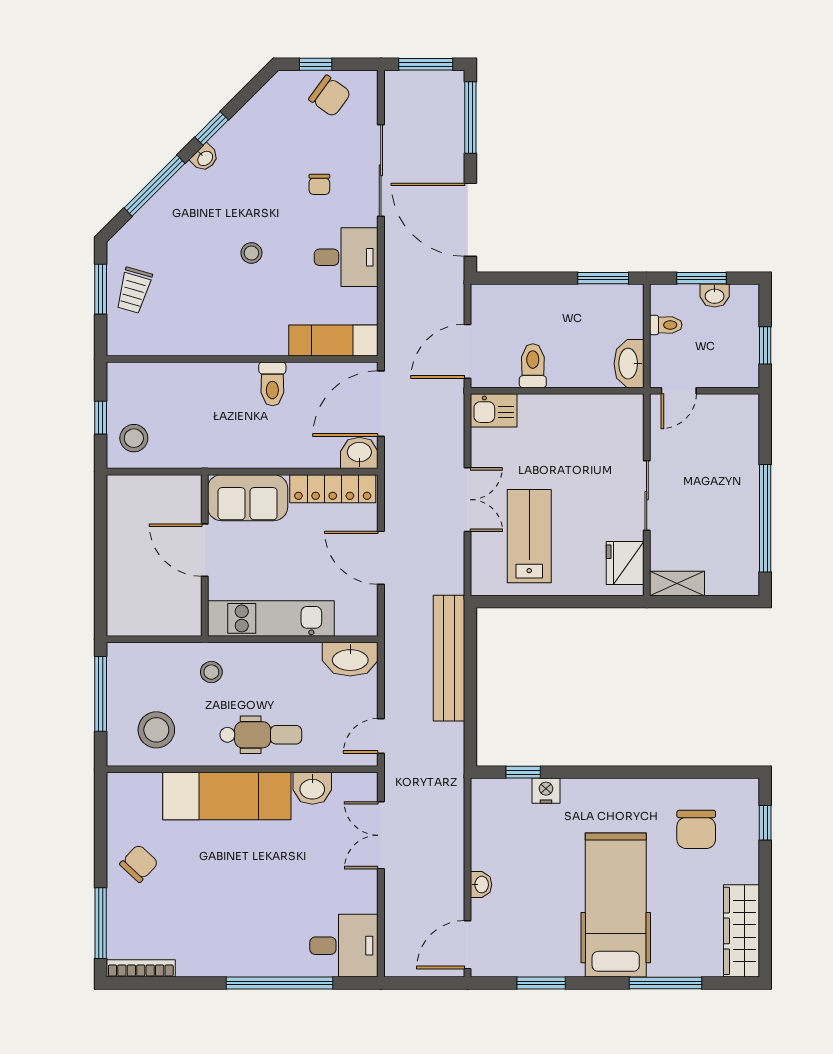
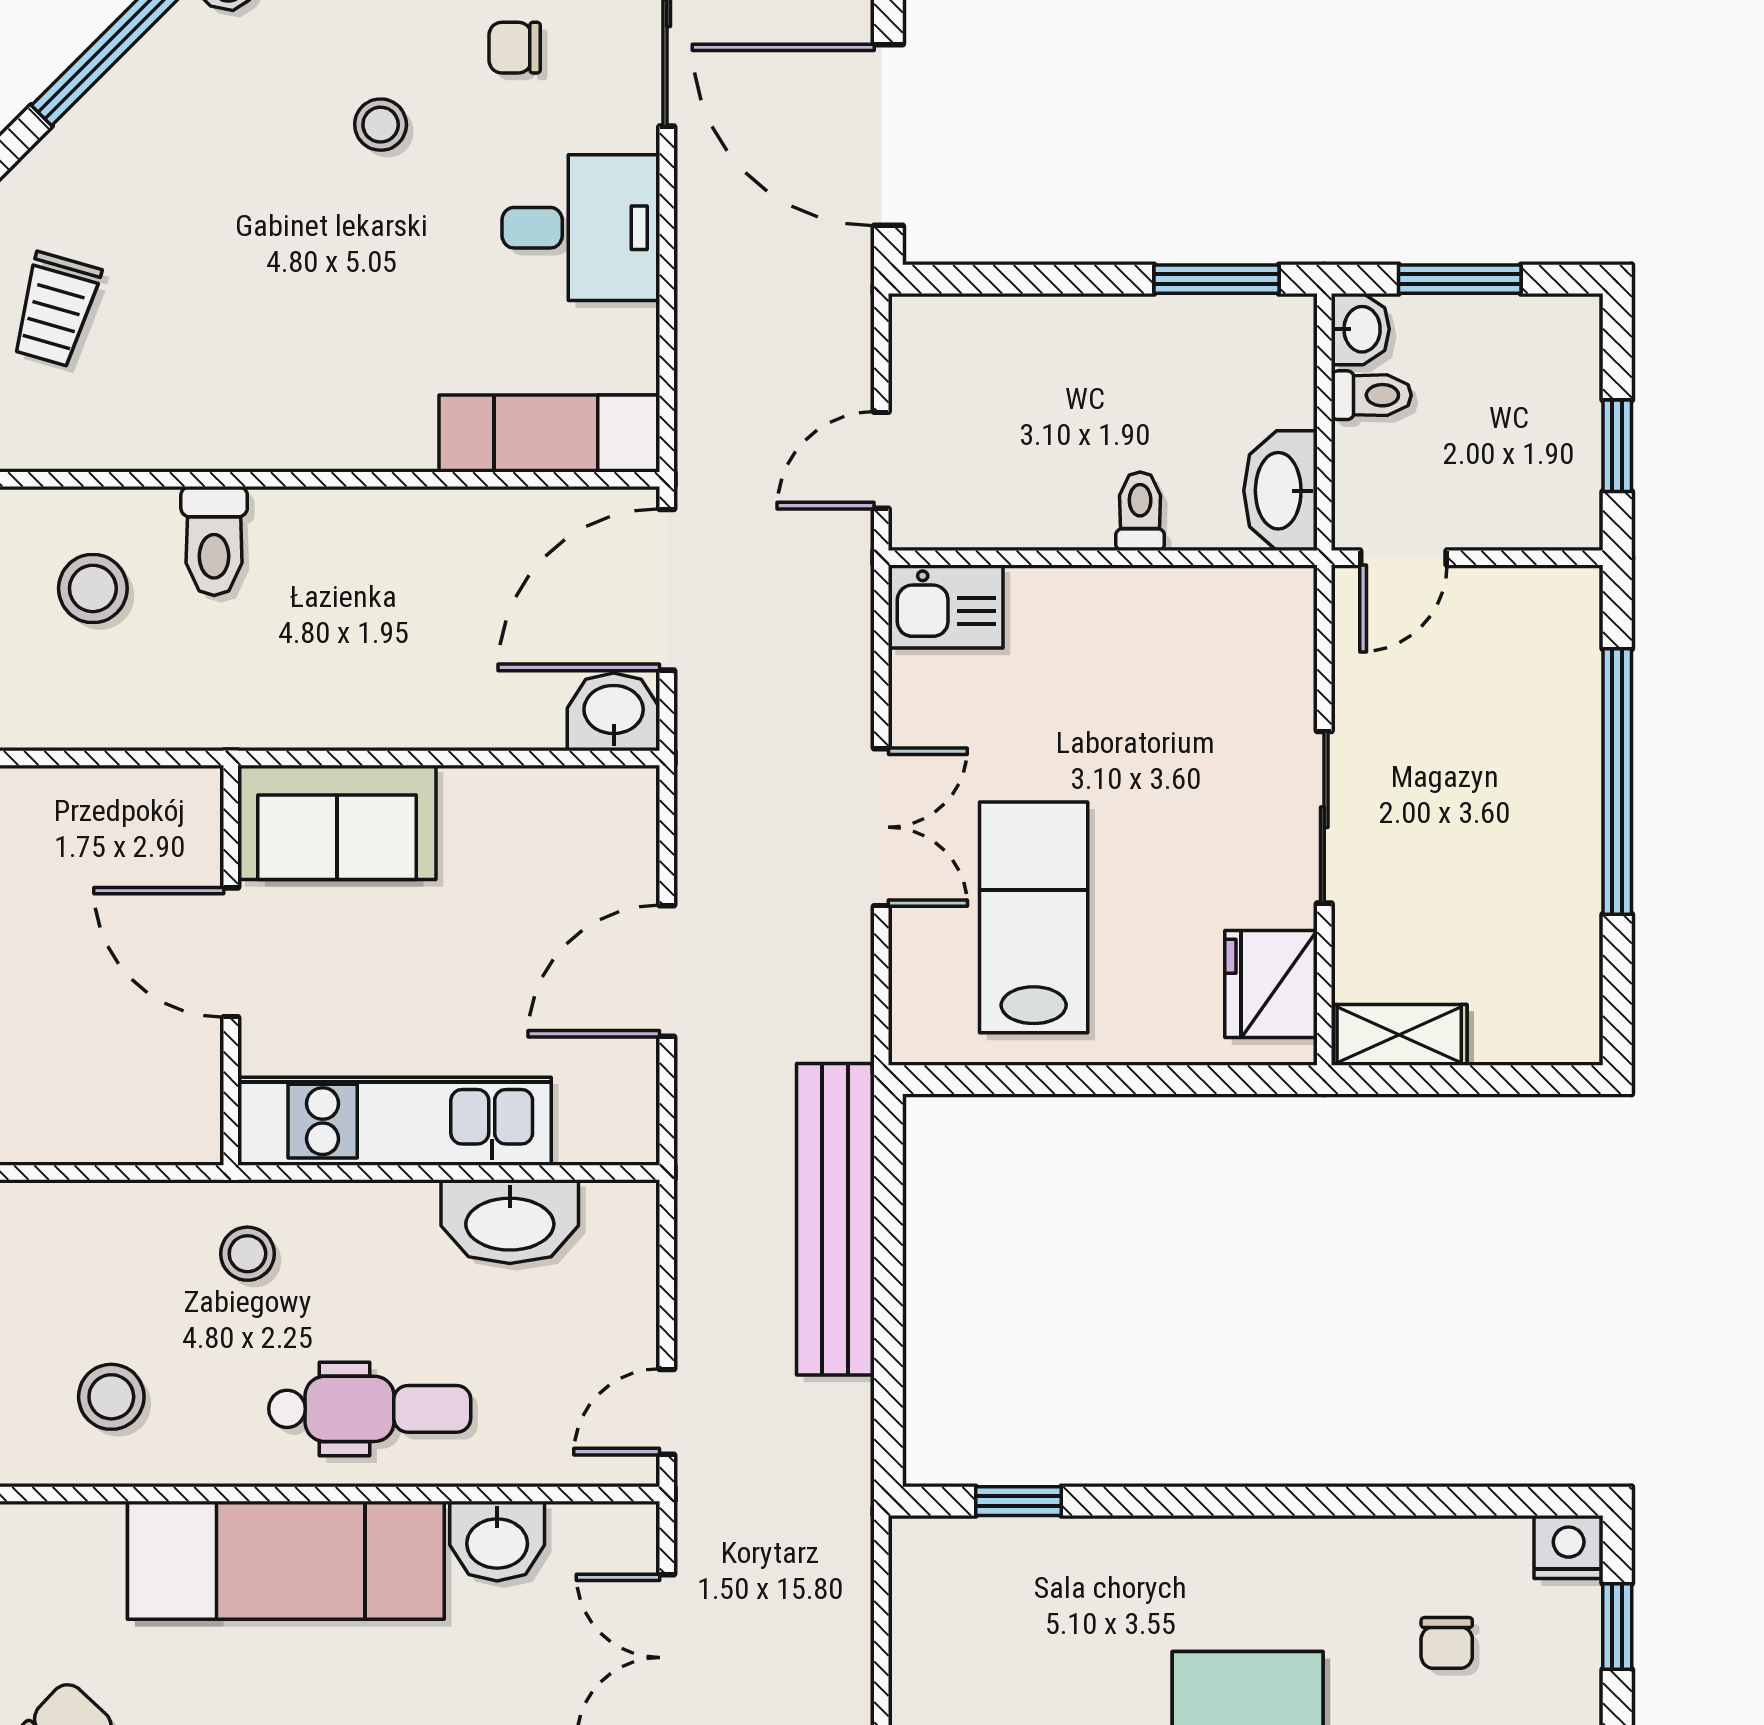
chair: (319, 184) -> (515, 48), turned 90
stool: (251, 253) -> (381, 125), moved
washbasin: (715, 296) -> (1360, 329), moved, turned -90
door: (468, 351) -> (881, 460), width x0.73
toilet: (533, 366) -> (1140, 511), moved, width x0.73, depth x0.72
toilet: (272, 384) -> (214, 541), moved
stool: (134, 438) -> (93, 588), moved
locker: (333, 489) -> (548, 800), removed
window: (765, 518) -> (1617, 781), moved
door: (381, 558) -> (667, 971), hinge flipped
washbasin: (350, 659) -> (510, 1222), moved
stool: (156, 730) -> (111, 1397), width x0.73, depth x0.73
nightstand: (546, 791) -> (1569, 1547), moved
chair: (696, 829) -> (1447, 1643), width x0.54, depth x0.54

